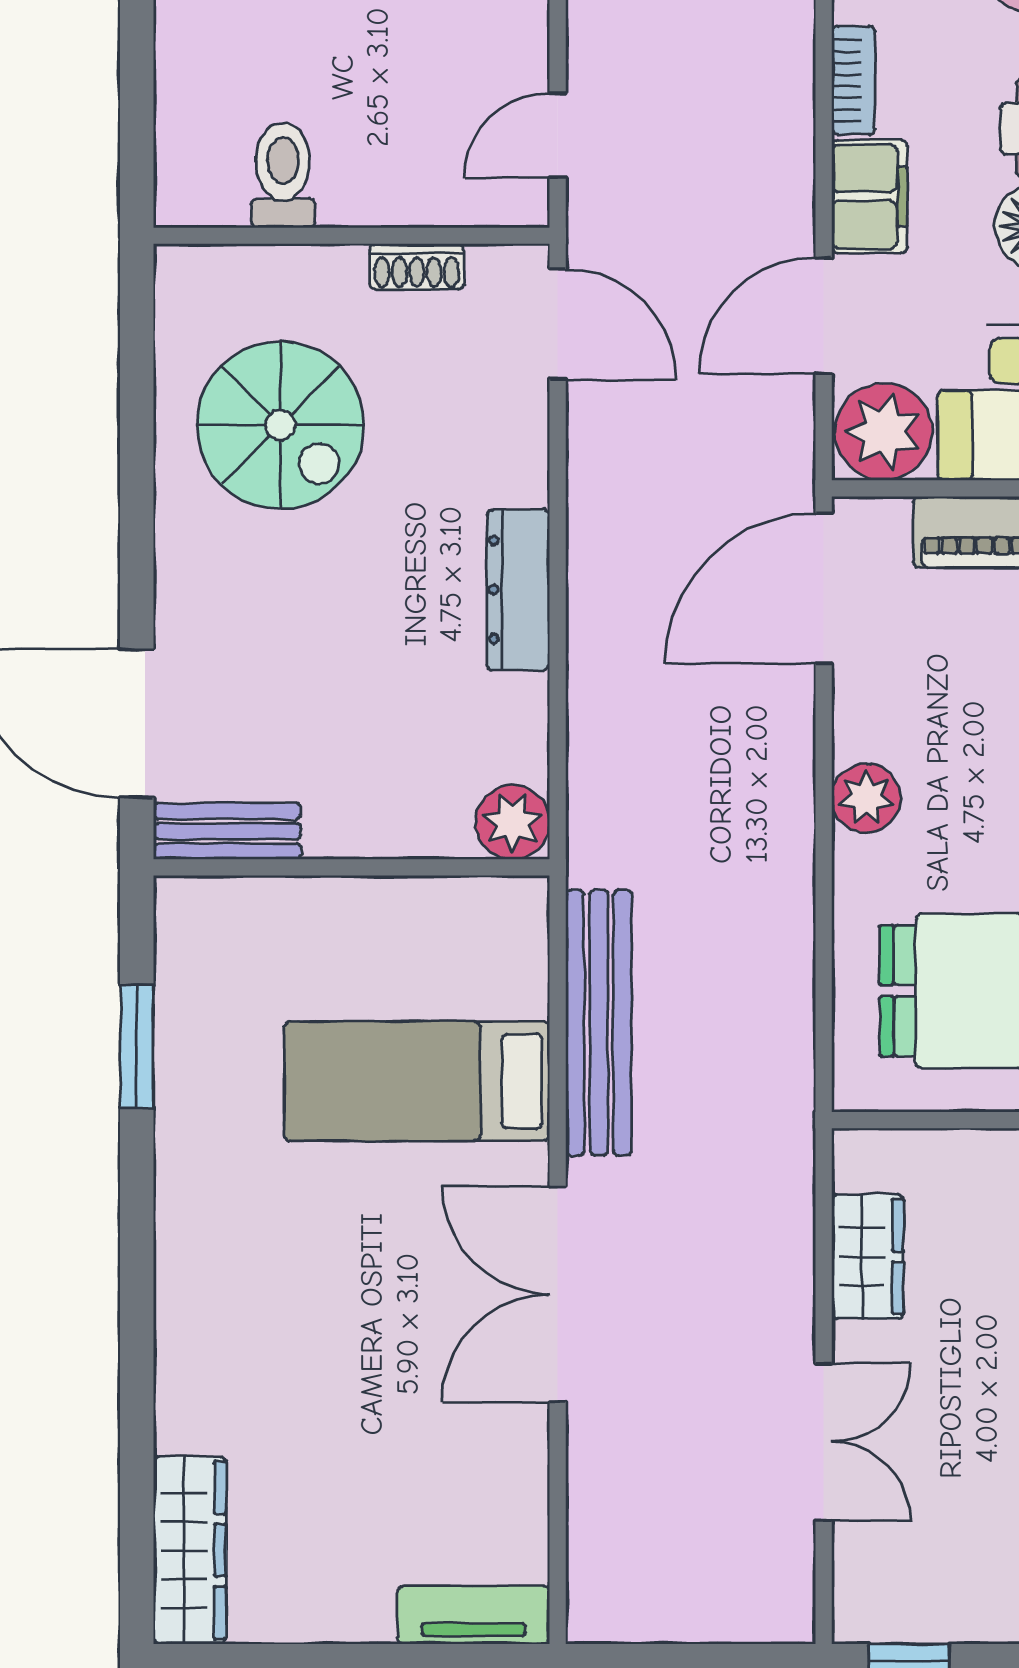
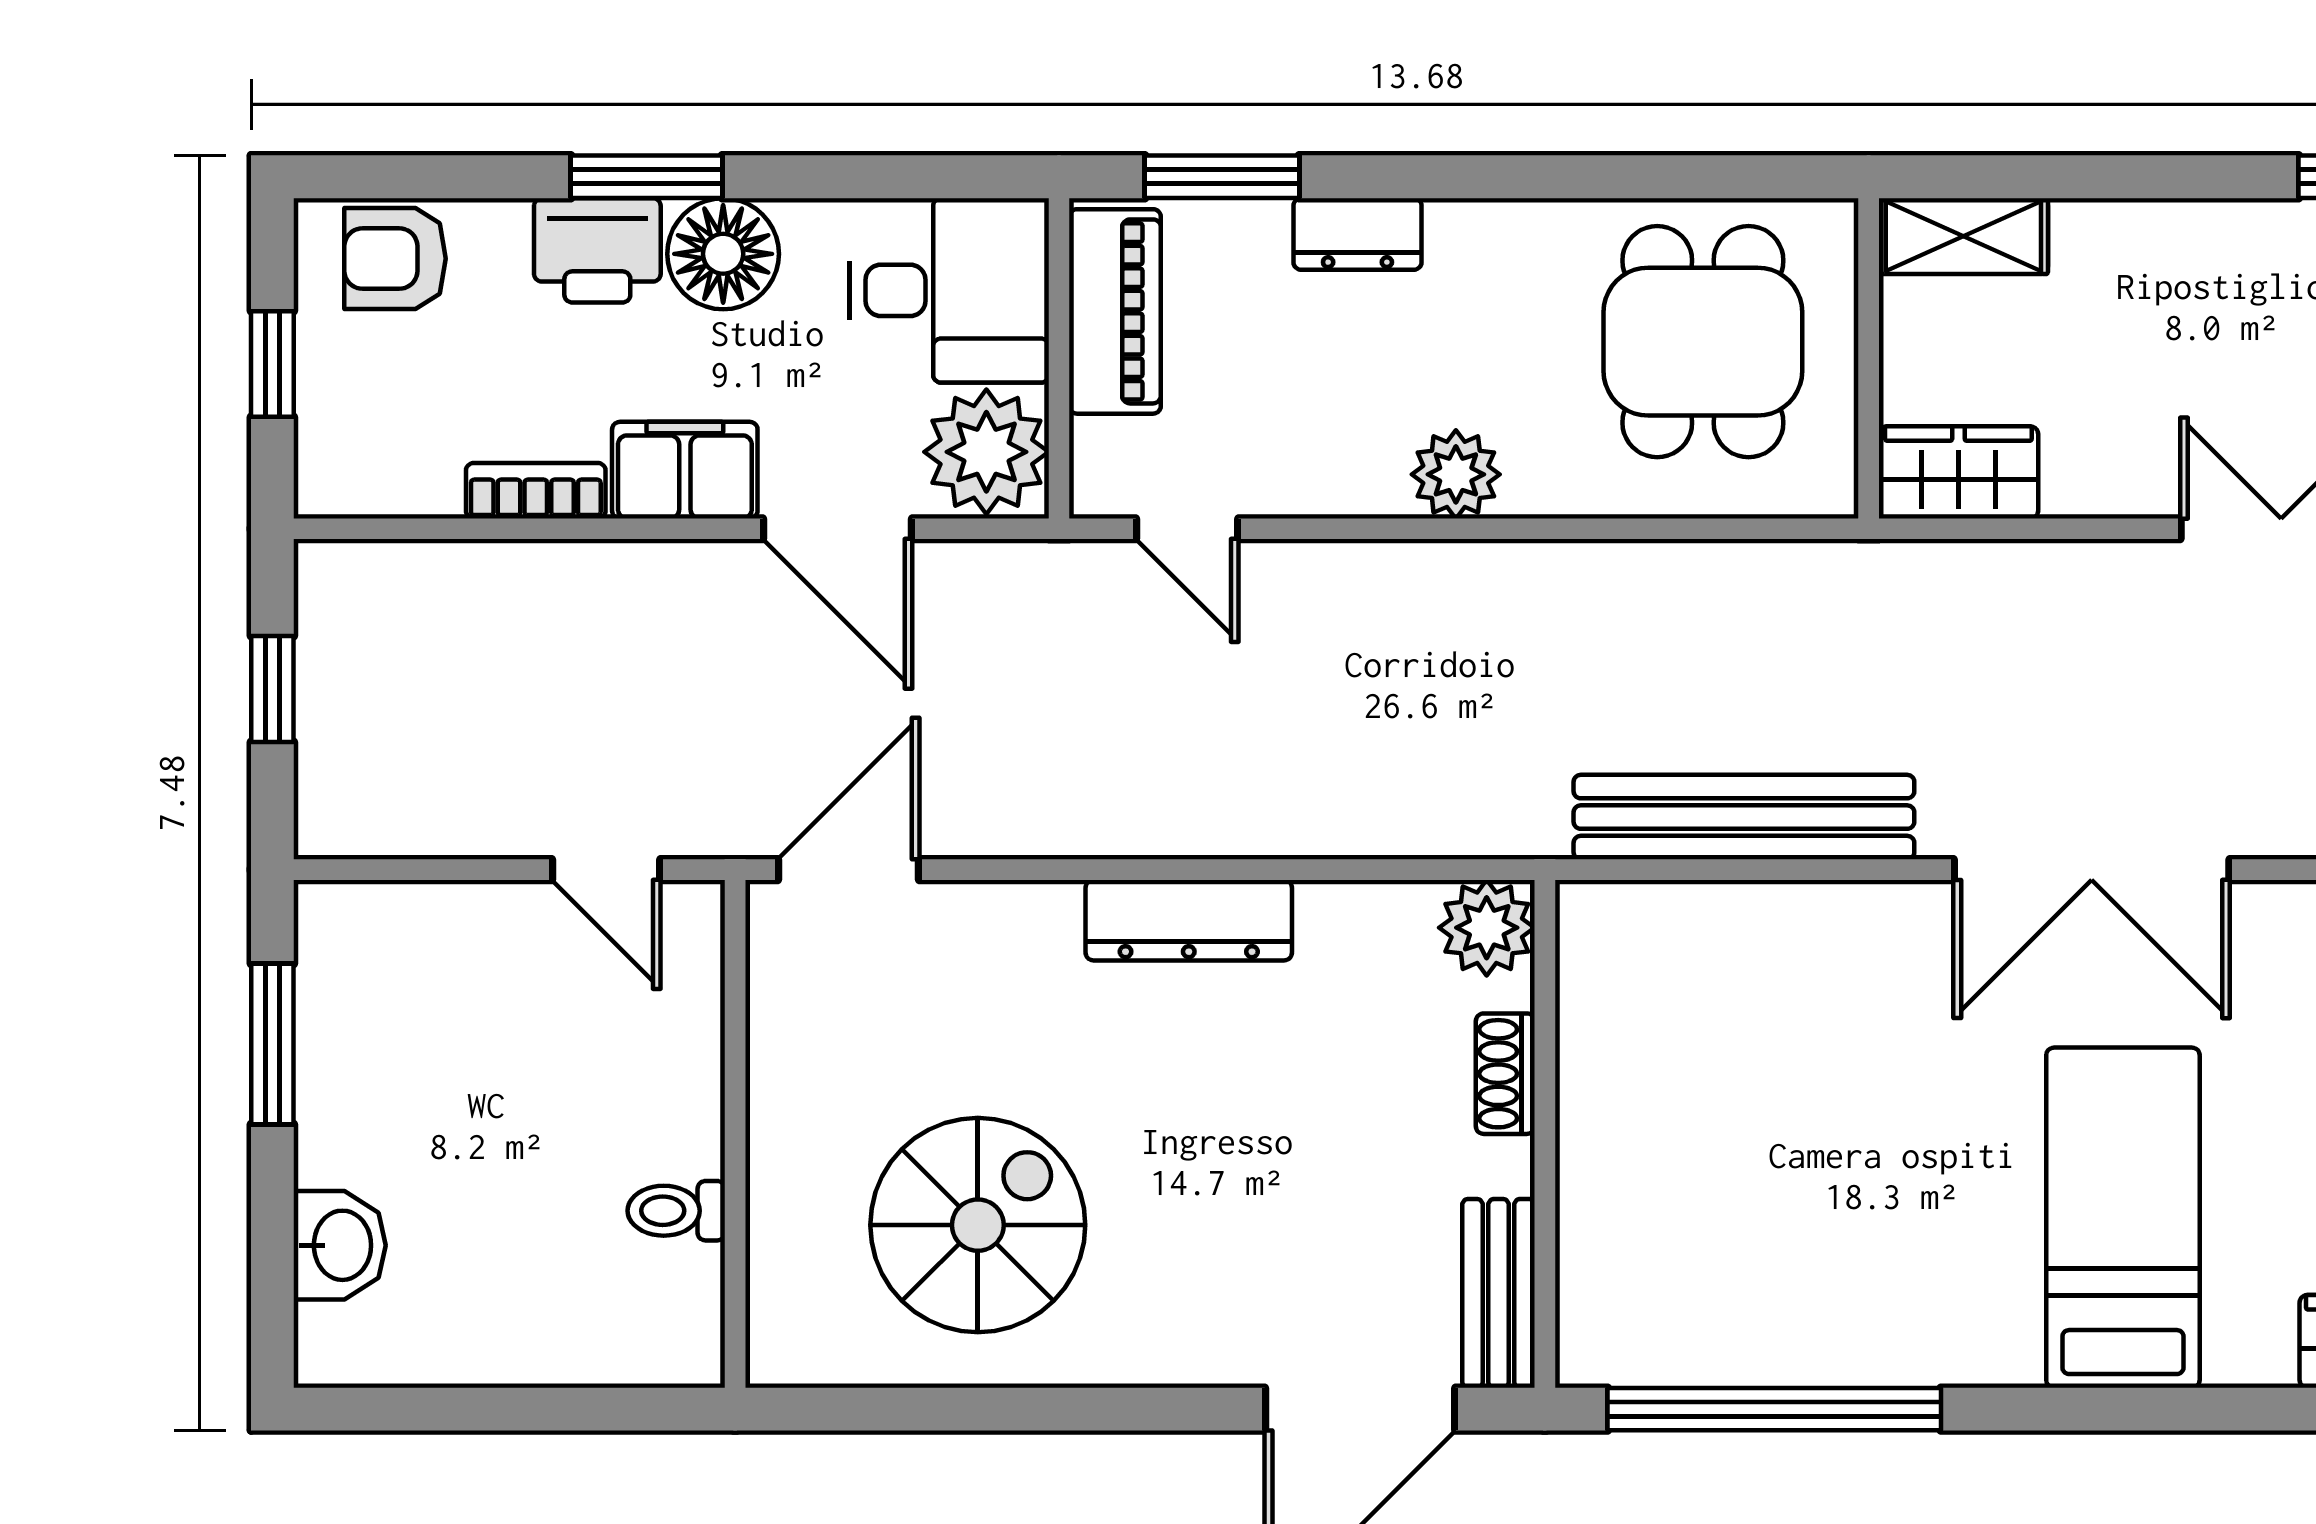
toilet: (283, 175) -> (676, 1211), width x0.73, depth x0.72
shoe rack: (417, 267) -> (1505, 1074), moved, turned 180
door: (824, 588) -> (1187, 529), width x0.53
window: (137, 1046) -> (1774, 1409), width x2.11
bed: (417, 1081) -> (2123, 1218), moved, turned 180
wardrobe: (868, 1257) -> (1958, 472), moved

